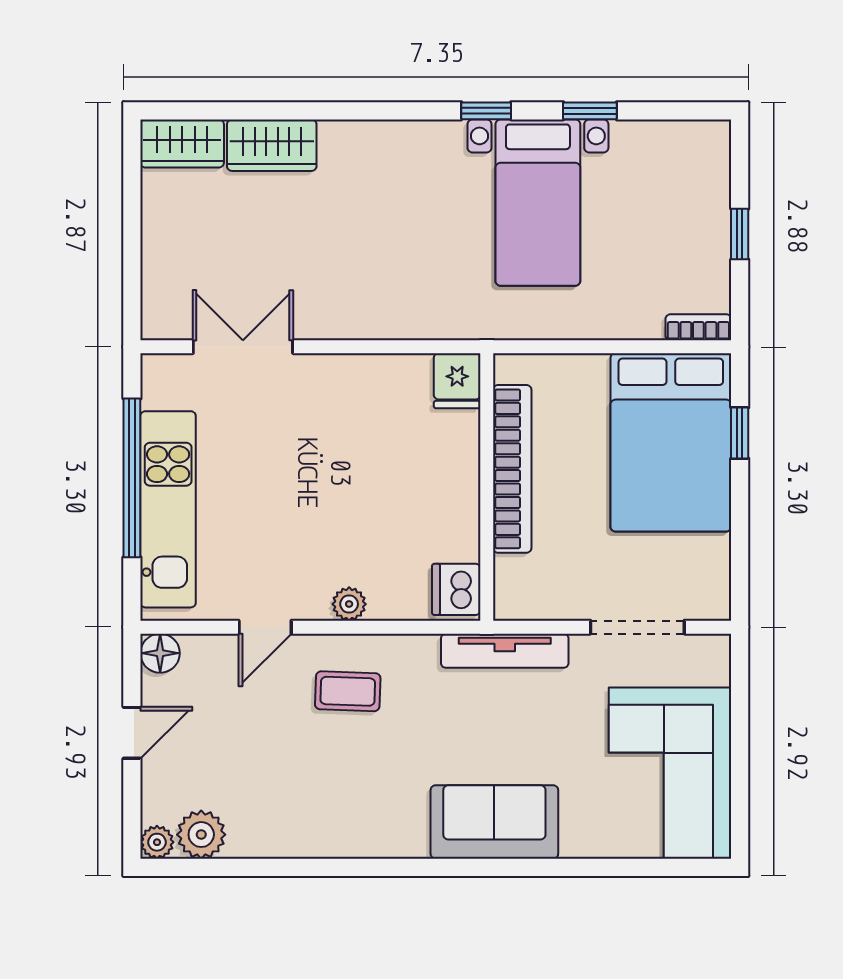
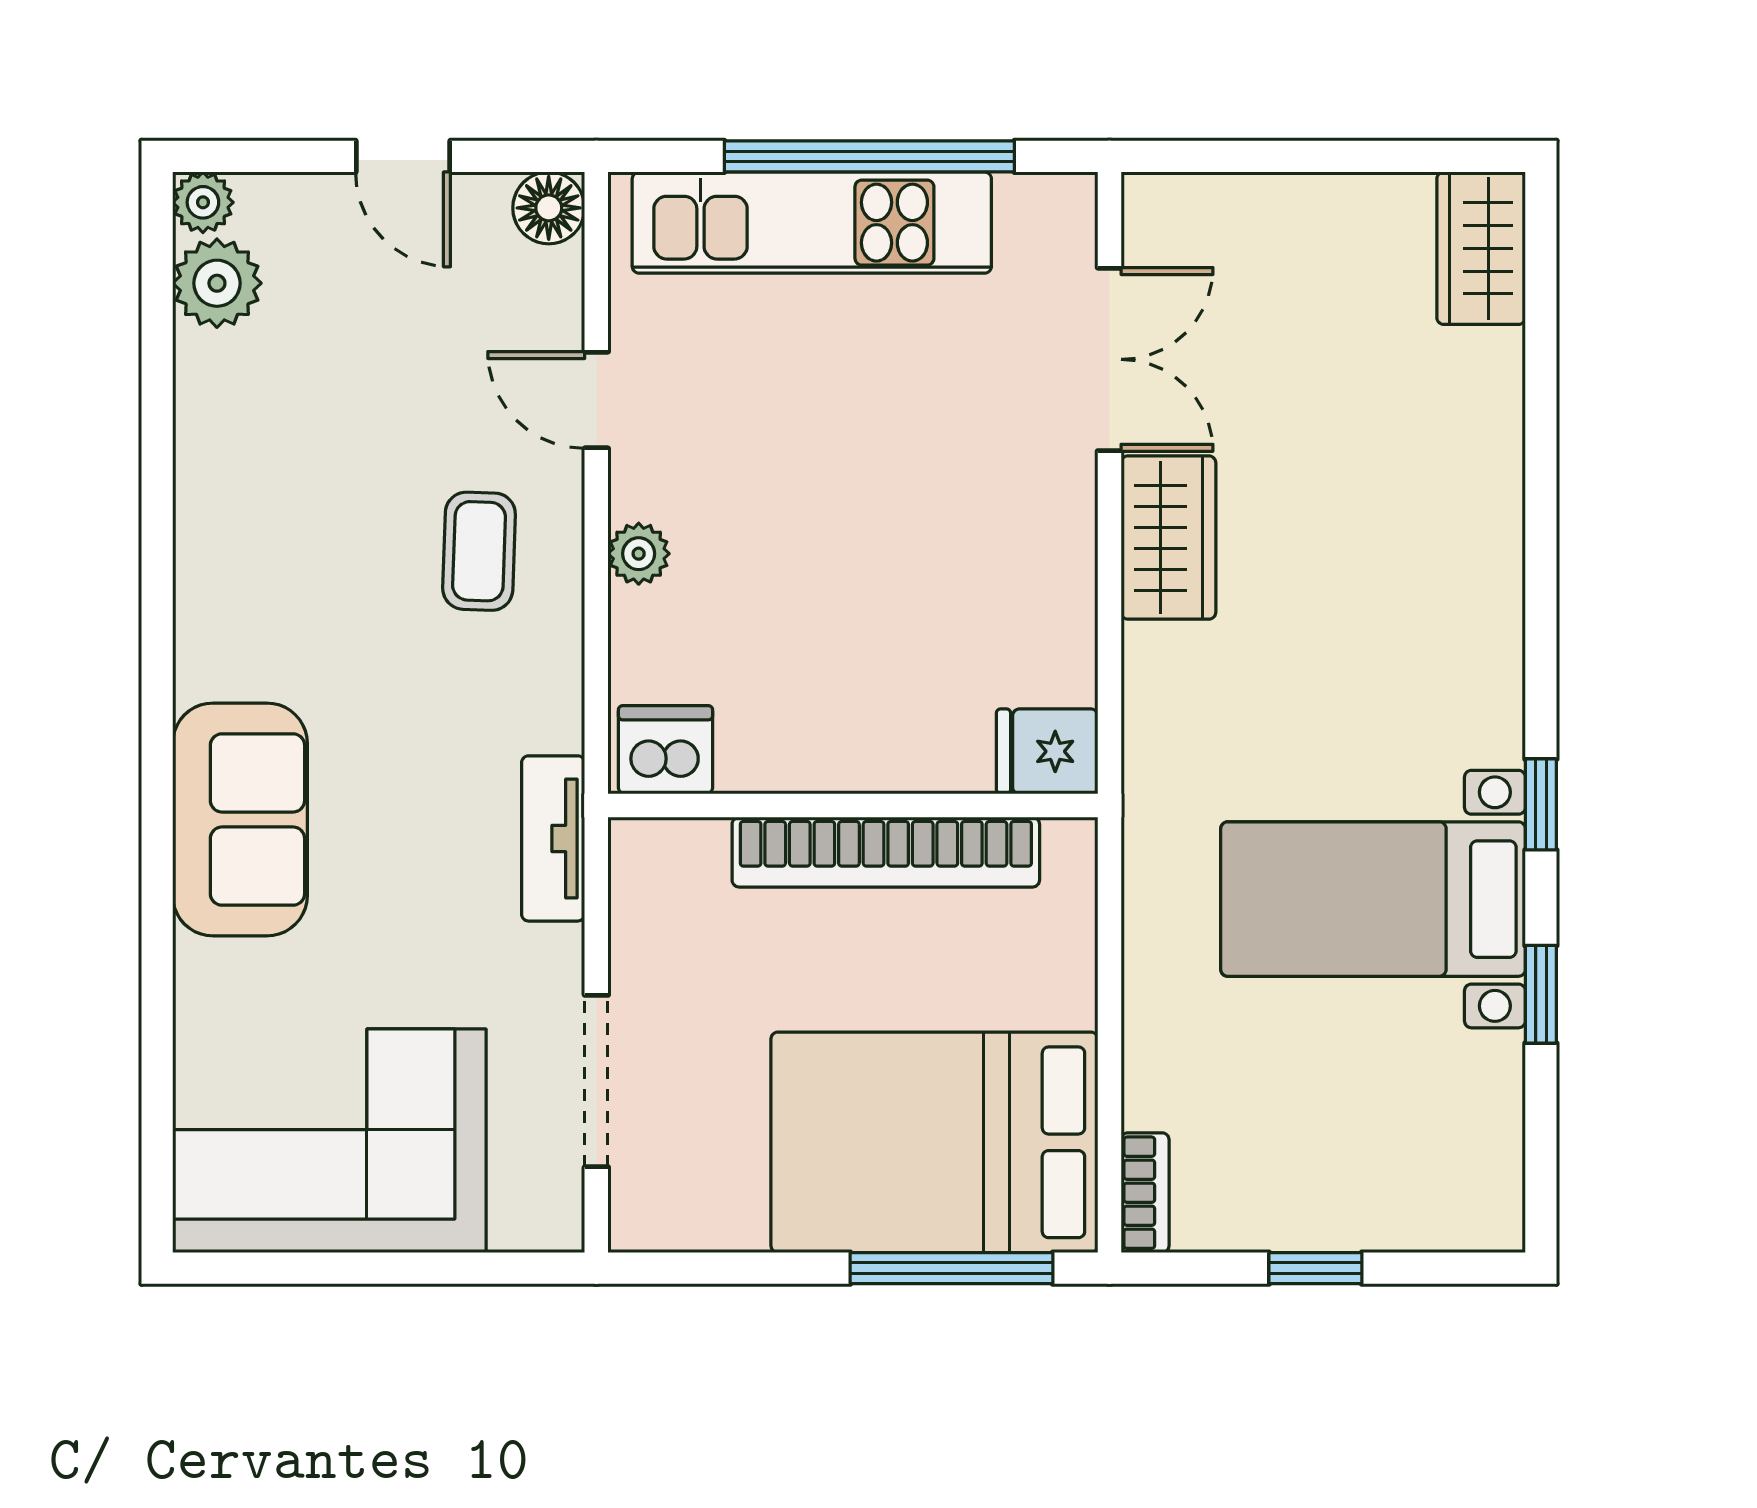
wardrobe: (272, 145) -> (1168, 538), moved, turned 180
window: (740, 433) -> (952, 1268), width x2.17
tv unit: (505, 651) -> (553, 838), width x0.71

